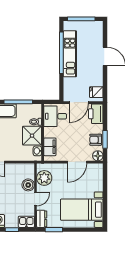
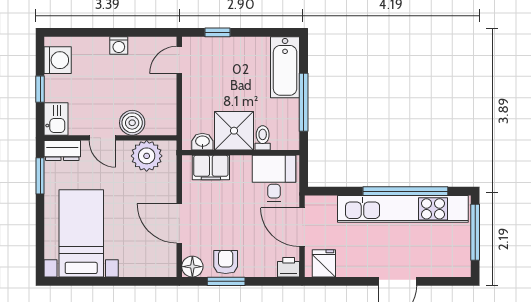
kitchen unit: (70, 54) -> (403, 209), width x1.36
printer: (96, 114) -> (289, 267), width x0.53, depth x0.68

